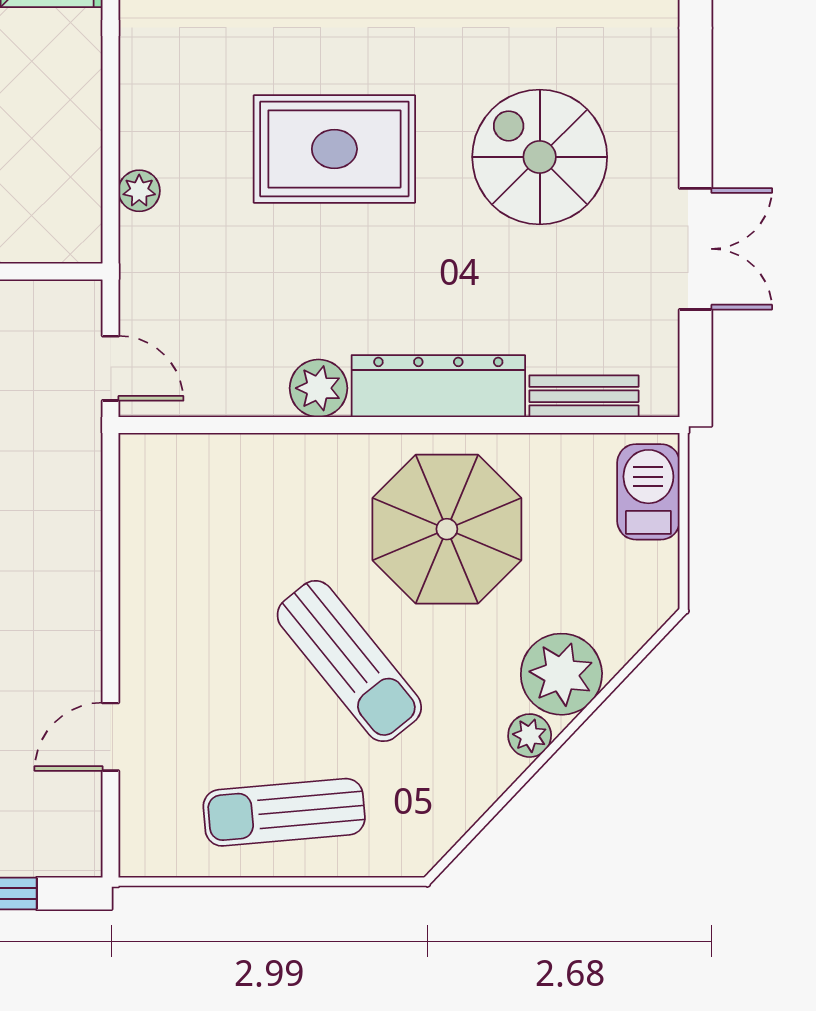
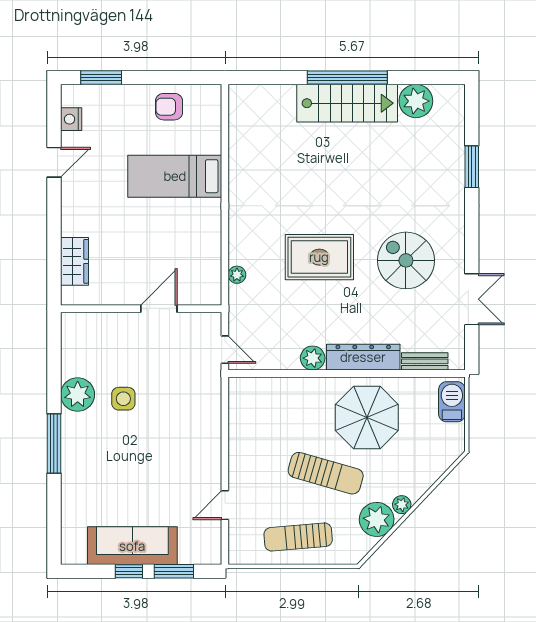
sun lounger: (349, 661) -> (326, 473), turned -35
plant: (561, 674) -> (377, 519), moved

